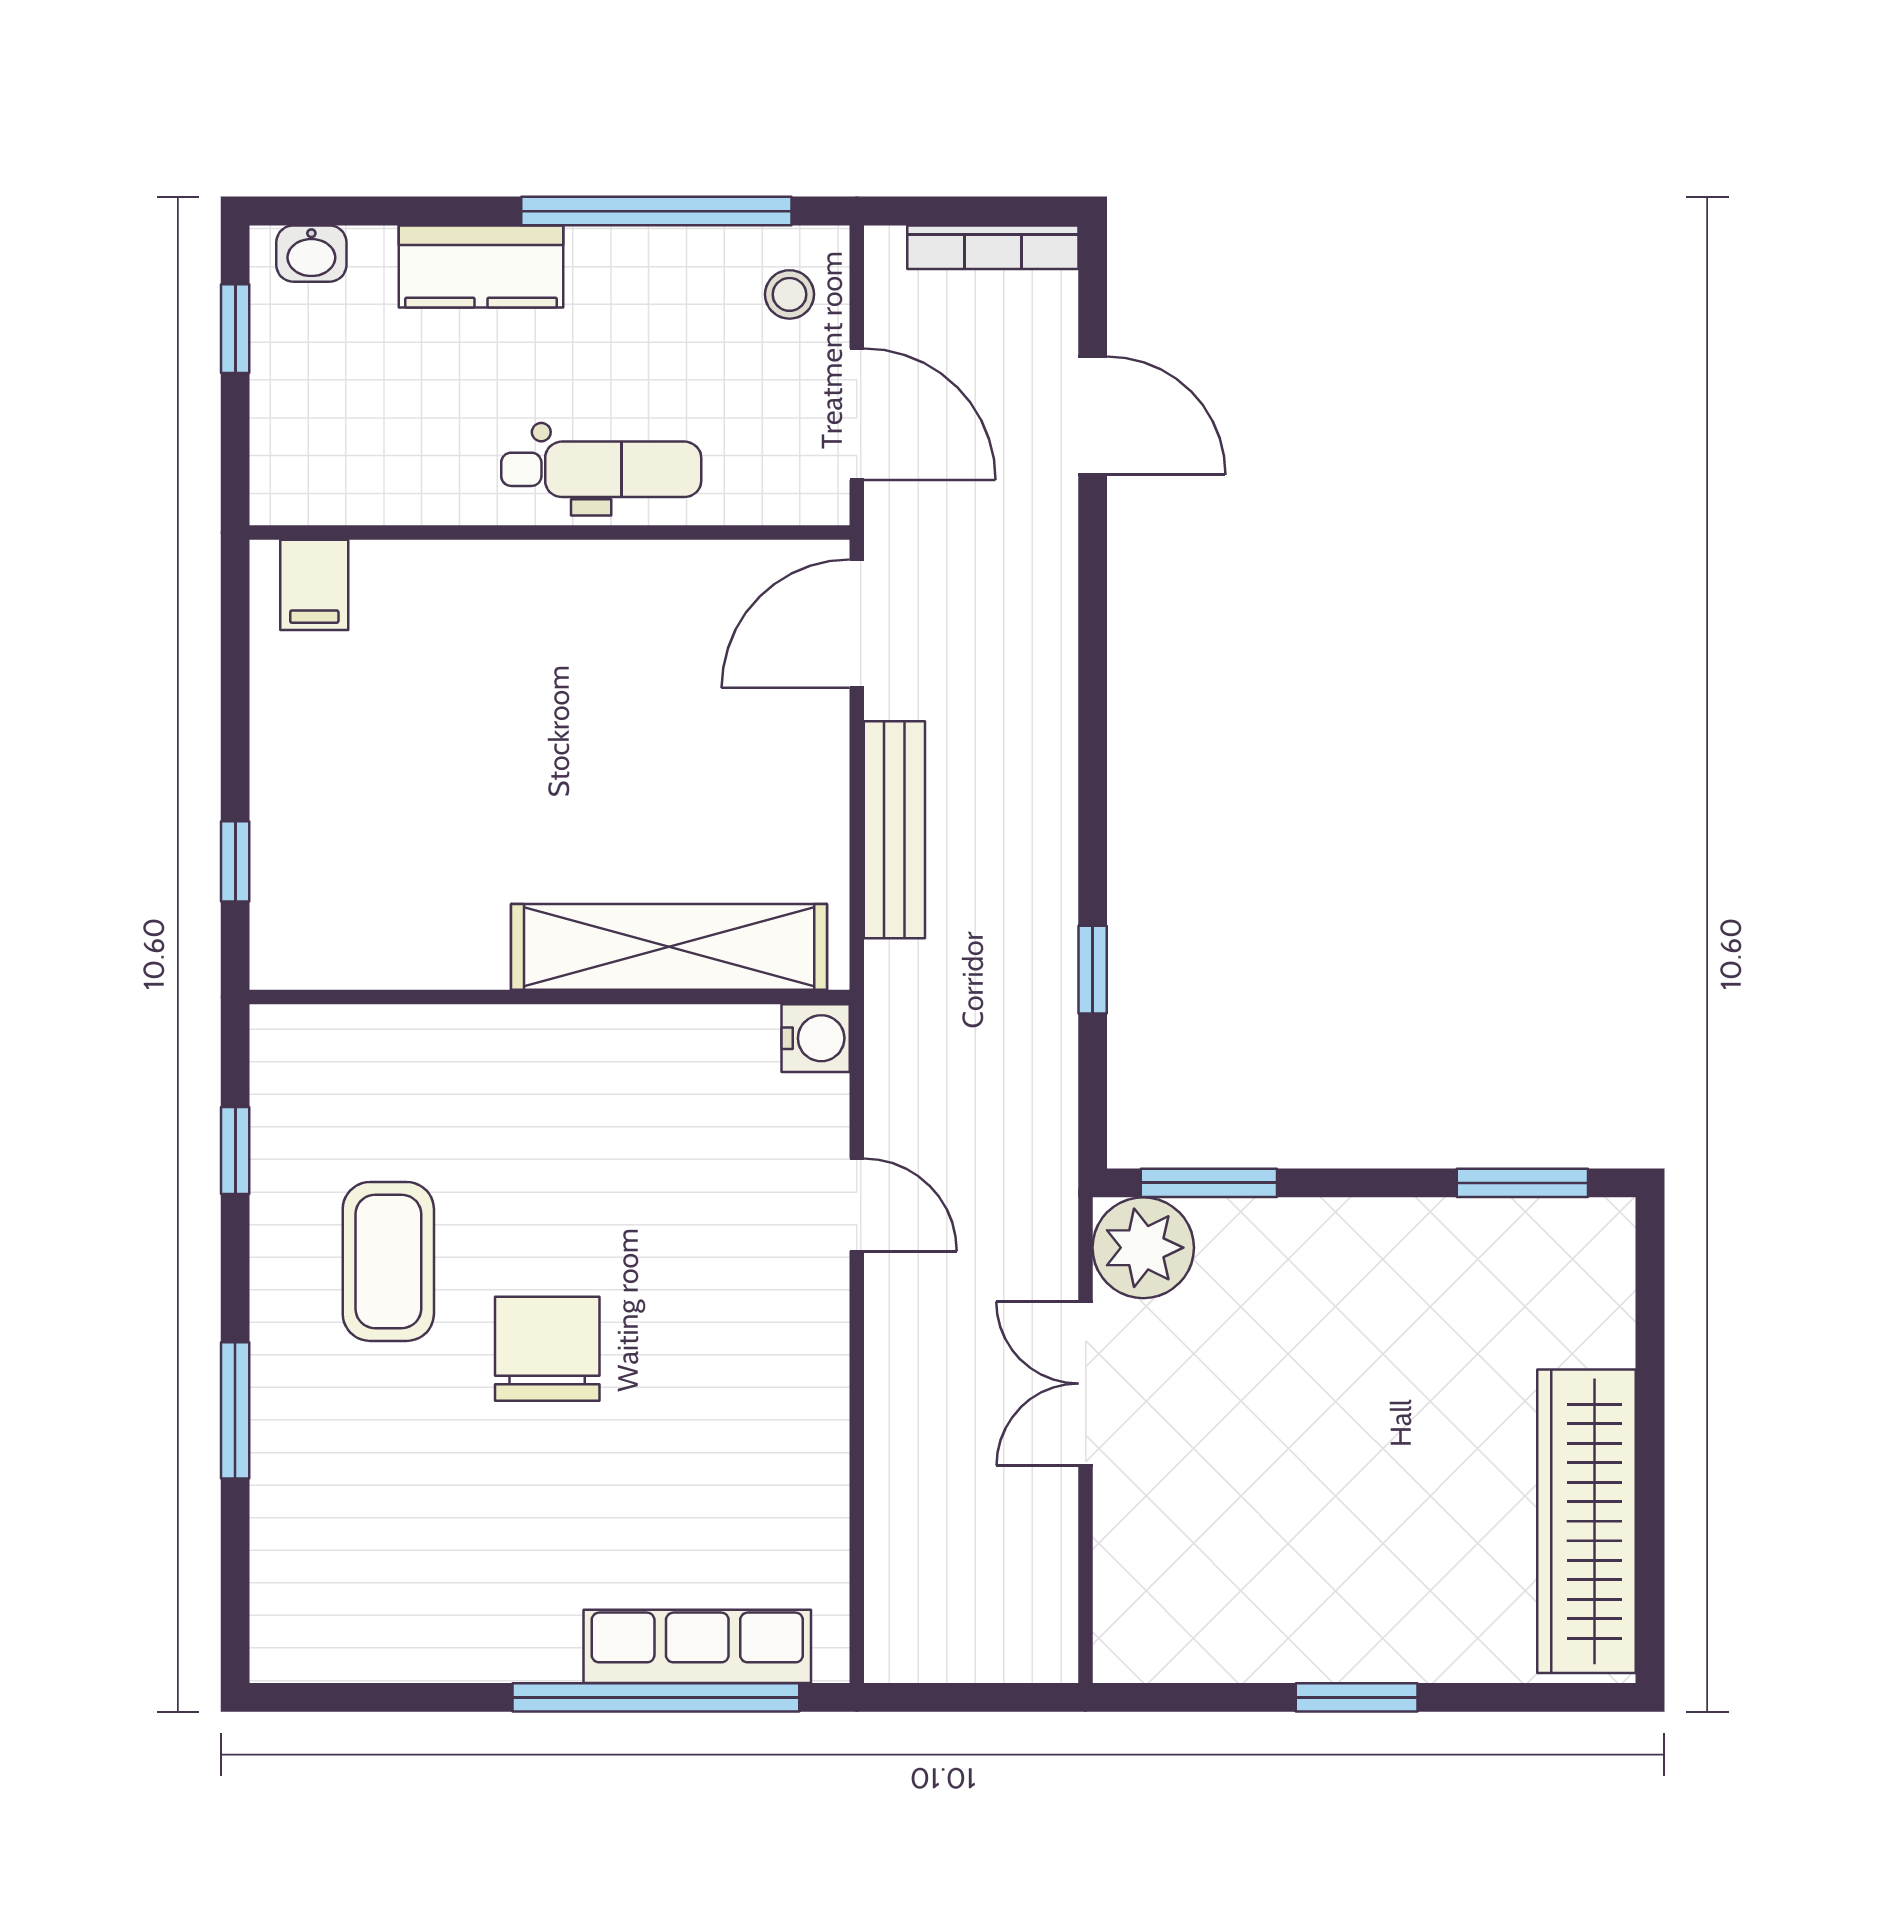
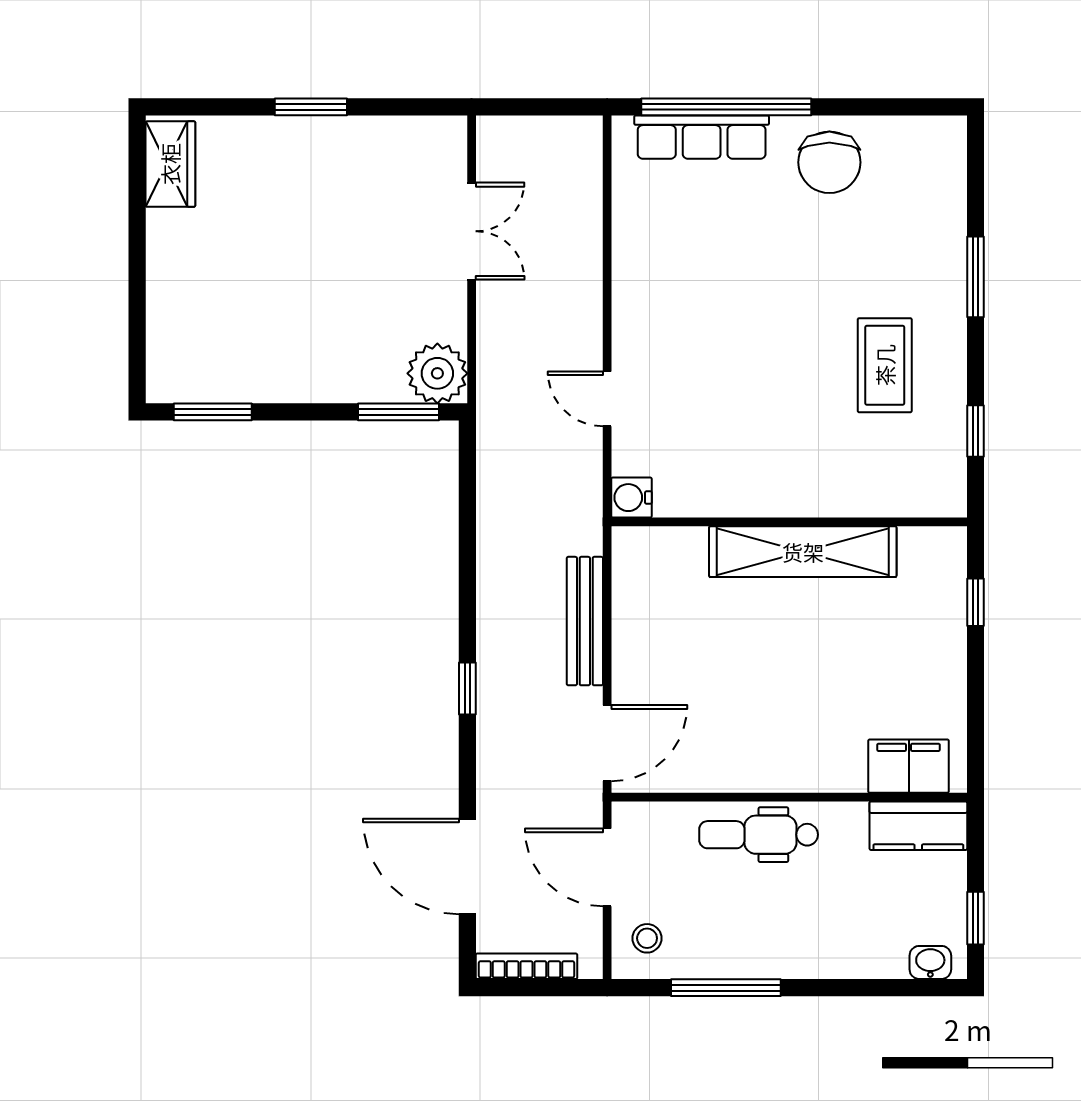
window: (656, 211) -> (726, 988), width x0.68
kitchen counter: (481, 266) -> (918, 826), moved, turned 180
door: (1093, 416) -> (467, 867), width x1.36
filing cabinet: (314, 585) -> (909, 766), width x2.00
shelving: (669, 947) -> (803, 552), moved
window: (1093, 970) -> (467, 689), moved
chair: (547, 1349) -> (829, 162), moved
double door: (1086, 1384) -> (472, 231), moved
wardrobe: (1587, 1521) -> (170, 164), width x0.48, depth x0.85

